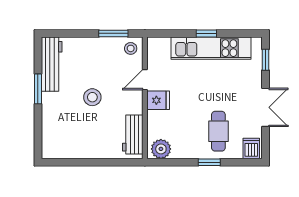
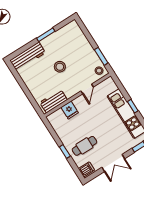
workbench: (52, 64) -> (28, 57), moved
door: (145, 80) -> (87, 89), swing flipped
fridge: (158, 100) -> (70, 110), moved
plant: (161, 149) -> (55, 121), removed

